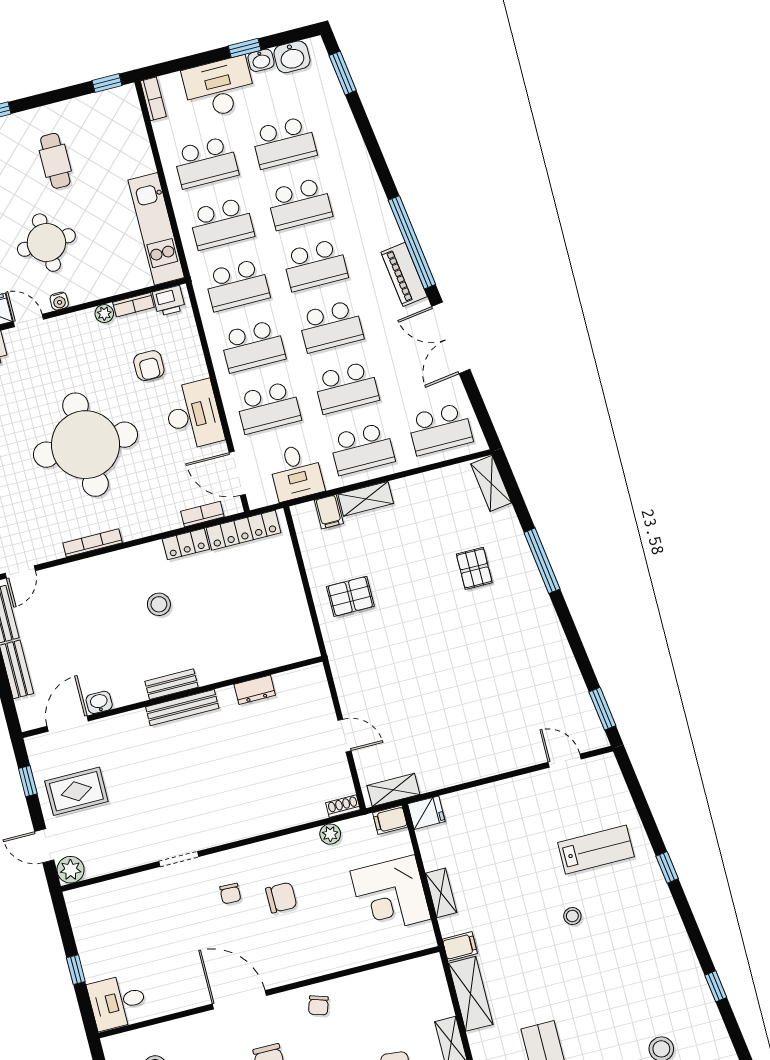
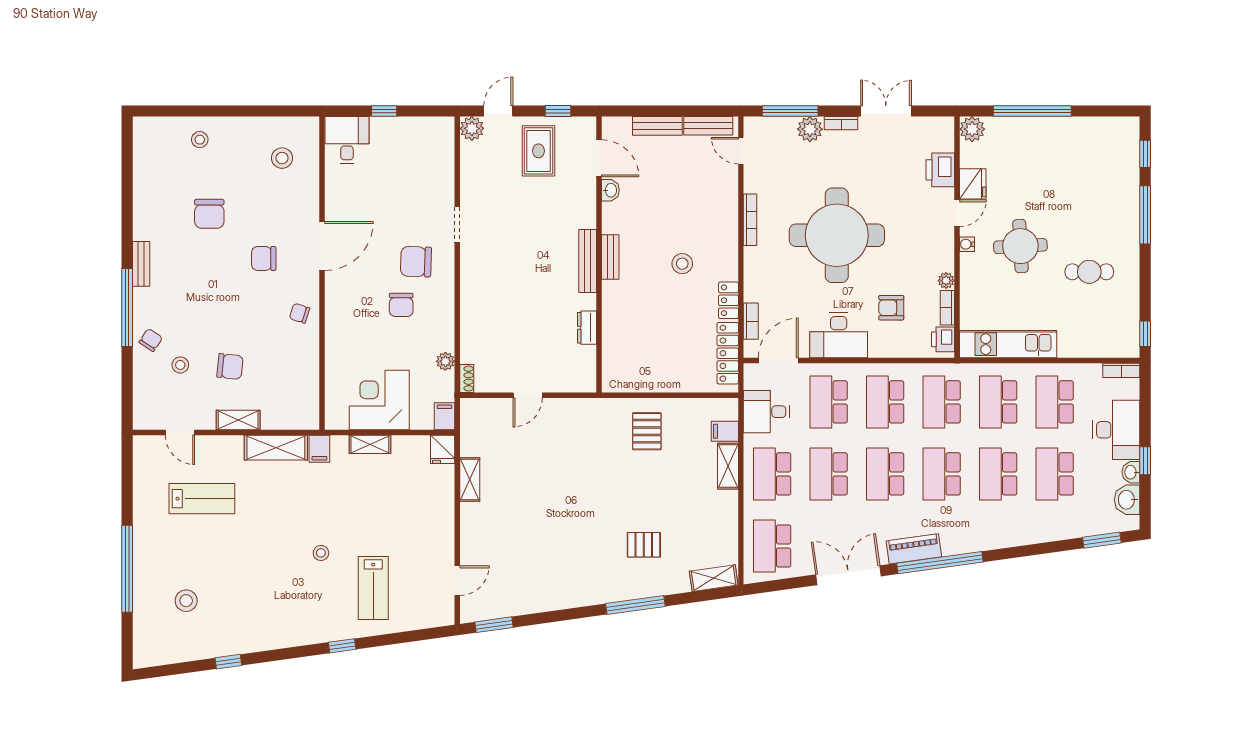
shelving: (393, 790) -> (470, 479), moved
chair: (230, 894) -> (416, 262), width x1.87, depth x1.87

